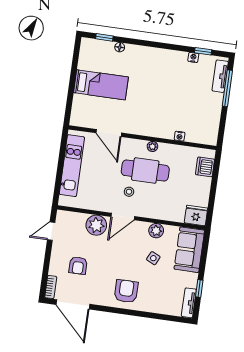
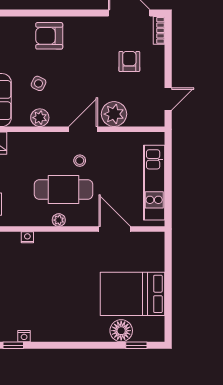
floor lamp: (120, 47) -> (121, 331), width x1.89, depth x1.89
bed: (101, 85) -> (133, 294), width x1.50
armchair: (126, 291) -> (49, 36), moved, turned 90

